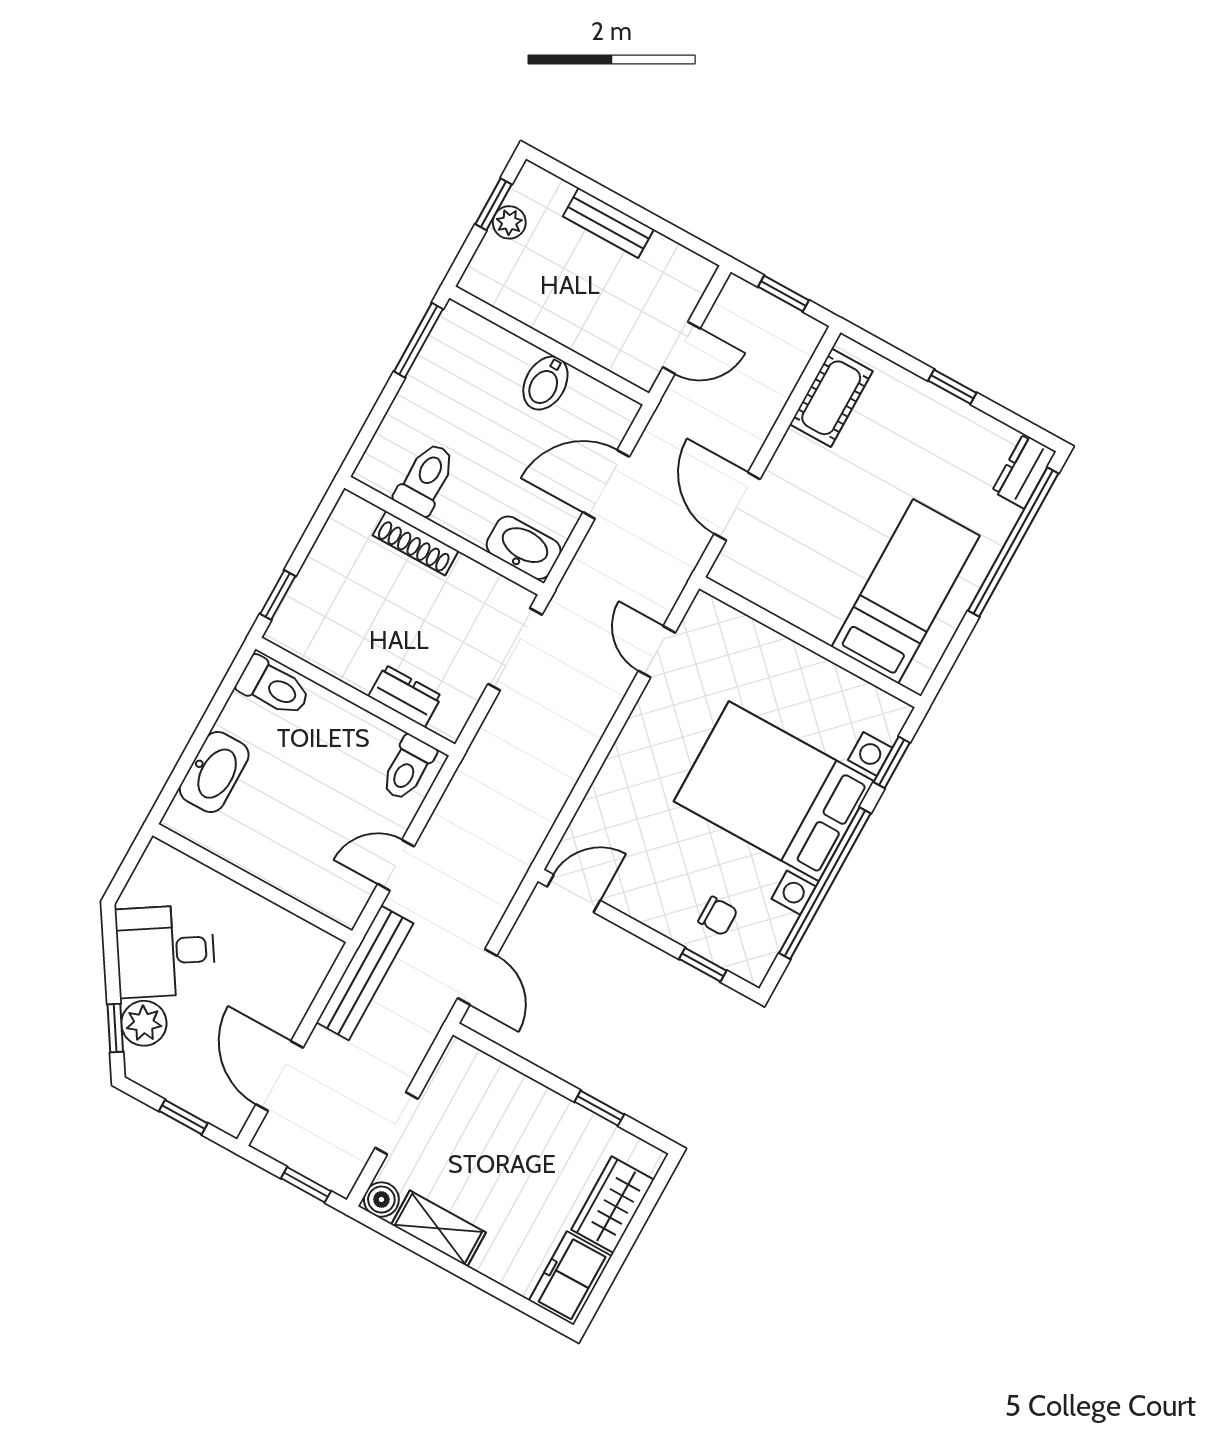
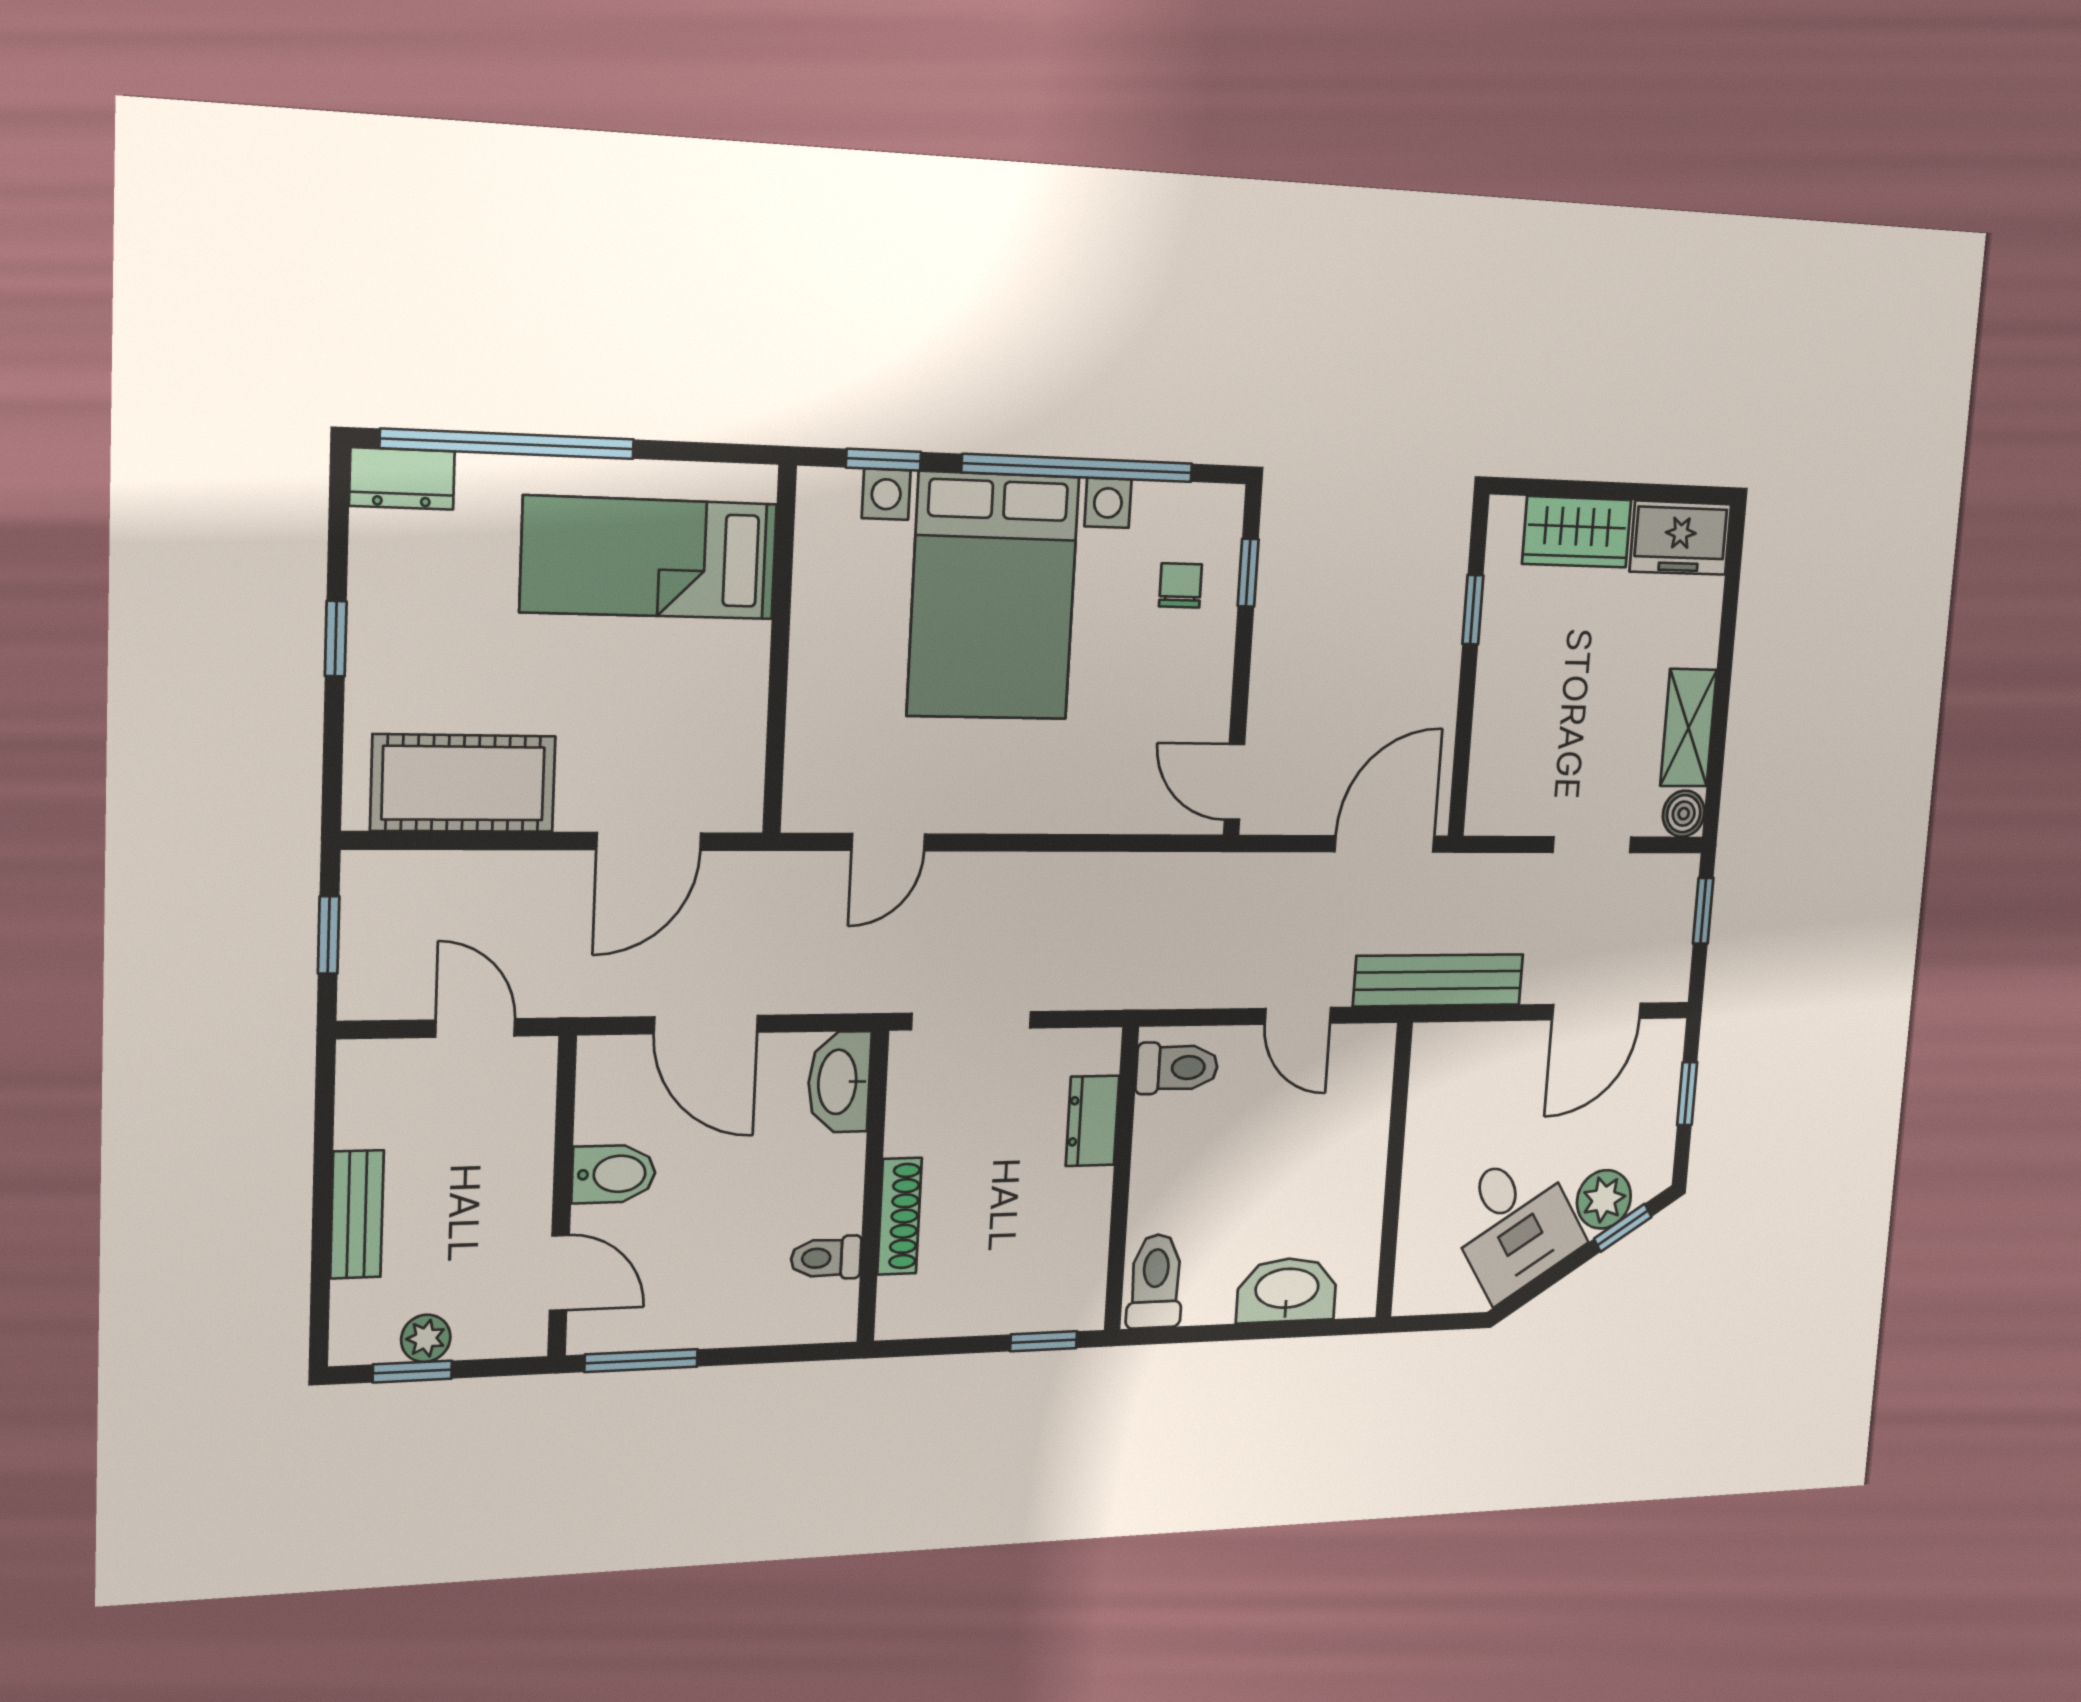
door: (503, 320) -> (559, 1273), added
cot: (831, 398) -> (463, 783), width x1.37, depth x1.34
toilet: (426, 479) -> (826, 1258), width x0.73, depth x0.72
door: (477, 977) -> (1385, 844), width x1.38

